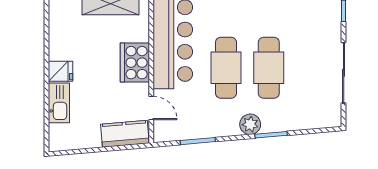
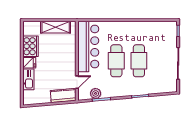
cooker: (135, 63) -> (30, 46), moved, turned 180
door: (151, 108) -> (77, 82), hinge flipped
plant: (250, 124) -> (96, 93), moved

